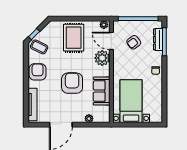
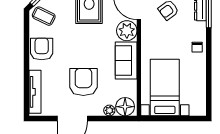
armchair: (72, 83) -> (83, 82), moved
sofa: (102, 91) -> (126, 60), moved
floor lamp: (101, 116) -> (125, 107), added

